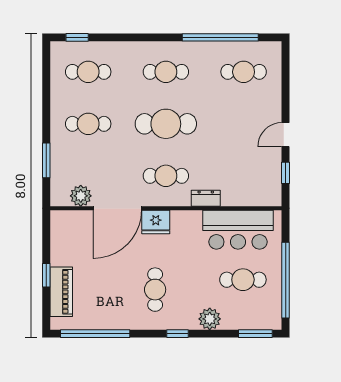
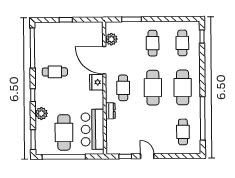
cafe table: (166, 72) -> (183, 87), width x1.37, depth x1.35
cafe table: (243, 280) -> (64, 132), width x1.37, depth x1.35
cafe table: (155, 290) -> (55, 72), moved
piano: (61, 292) -> (56, 28), removed

